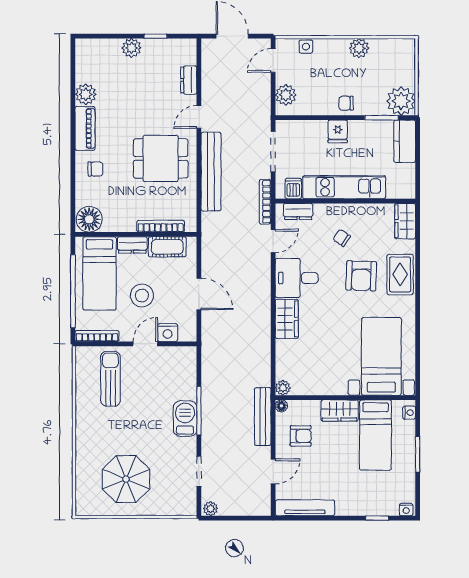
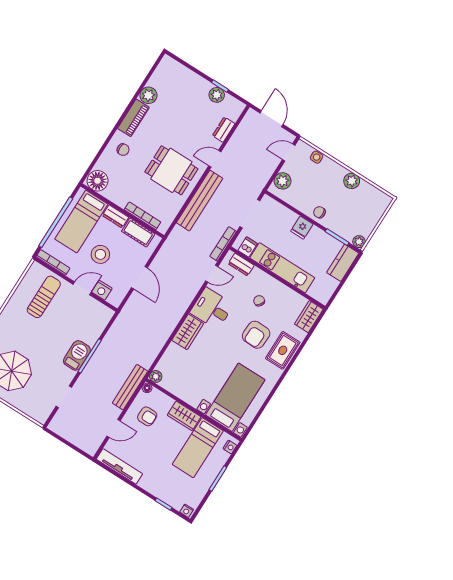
plant: (131, 48) -> (217, 95), moved
plant: (401, 101) -> (359, 242), width x0.53, depth x0.53
plant: (211, 509) -> (56, 427), removed

